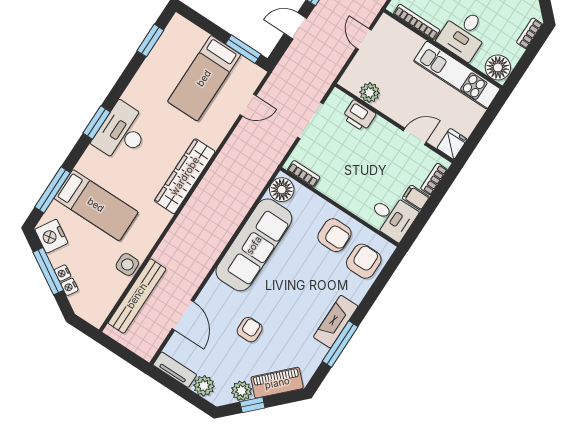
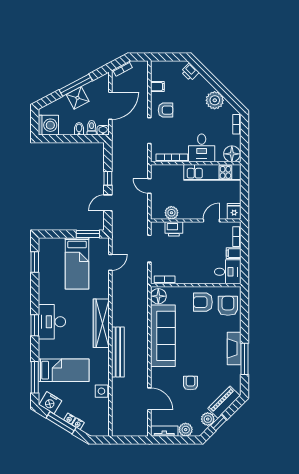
armchair: (334, 235) -> (203, 302), turned 180
bench: (137, 296) -> (118, 352), moved

